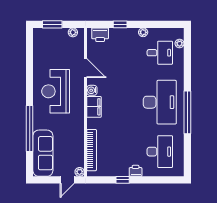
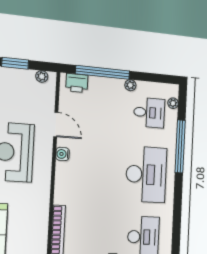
window: (120, 24) -> (103, 72), width x3.17
filing cabinet: (94, 107) -> (64, 176), removed
window: (187, 112) -> (180, 146), moved

